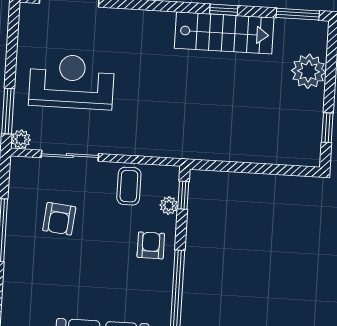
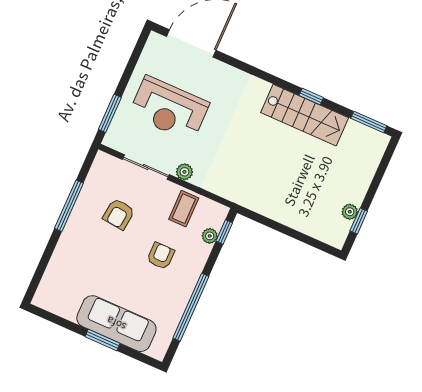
plant: (309, 71) -> (350, 212), moved, width x0.53, depth x0.53
reception desk: (72, 82) -> (169, 109), turned 180
plant: (21, 139) -> (184, 172), moved
armchair: (151, 245) -> (161, 256), moved

